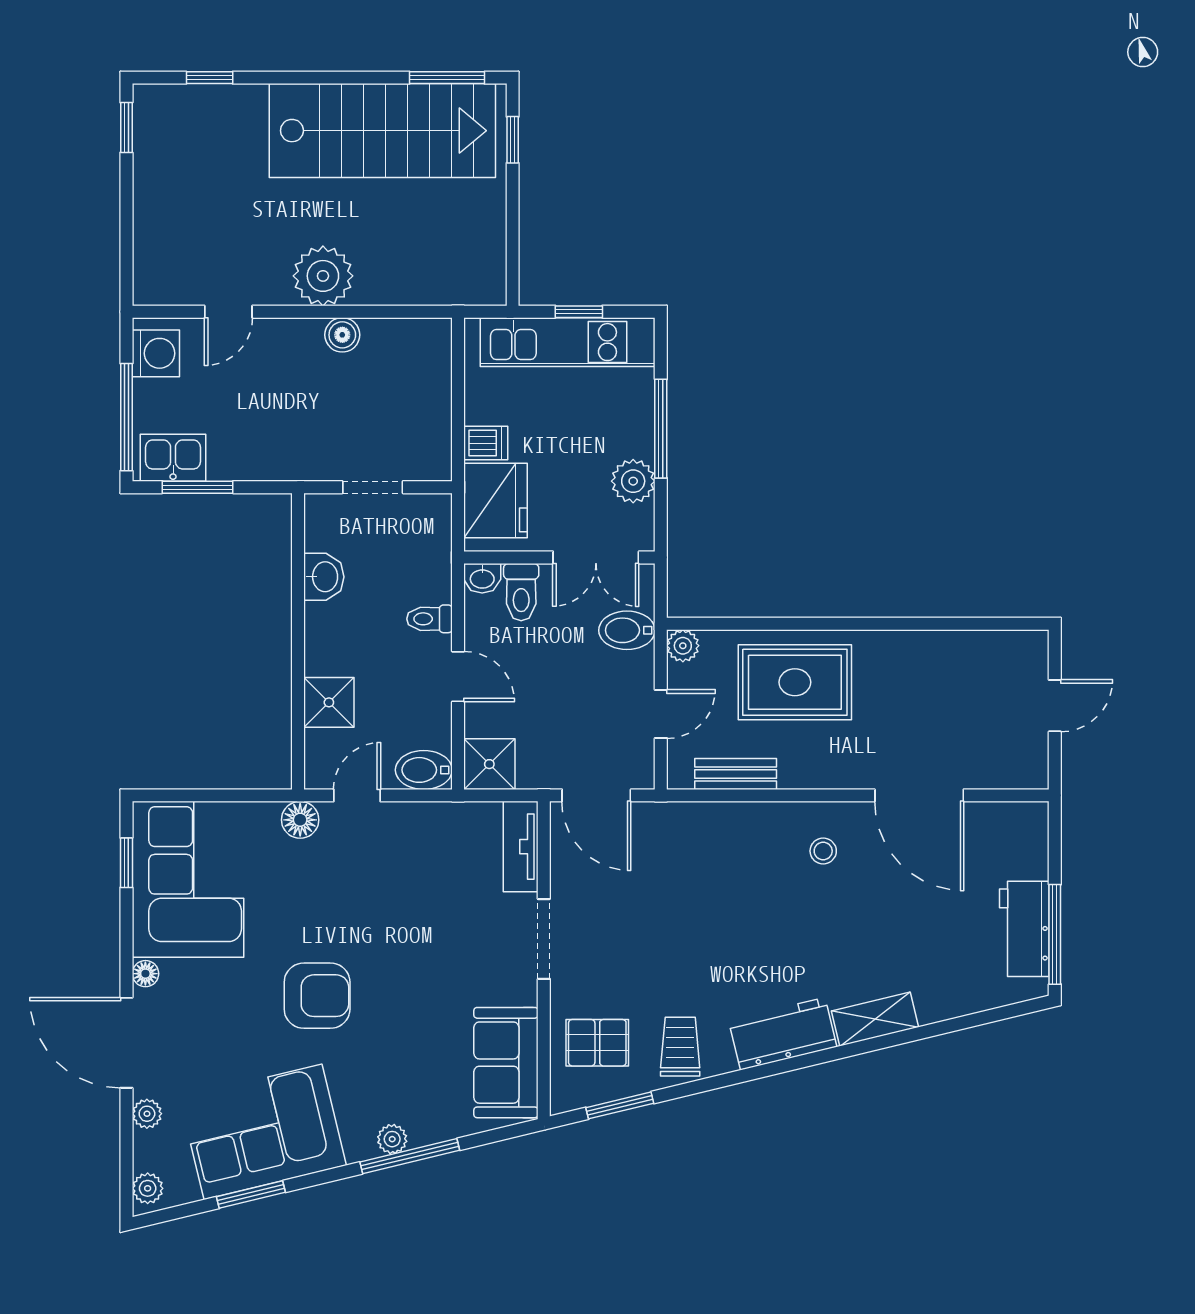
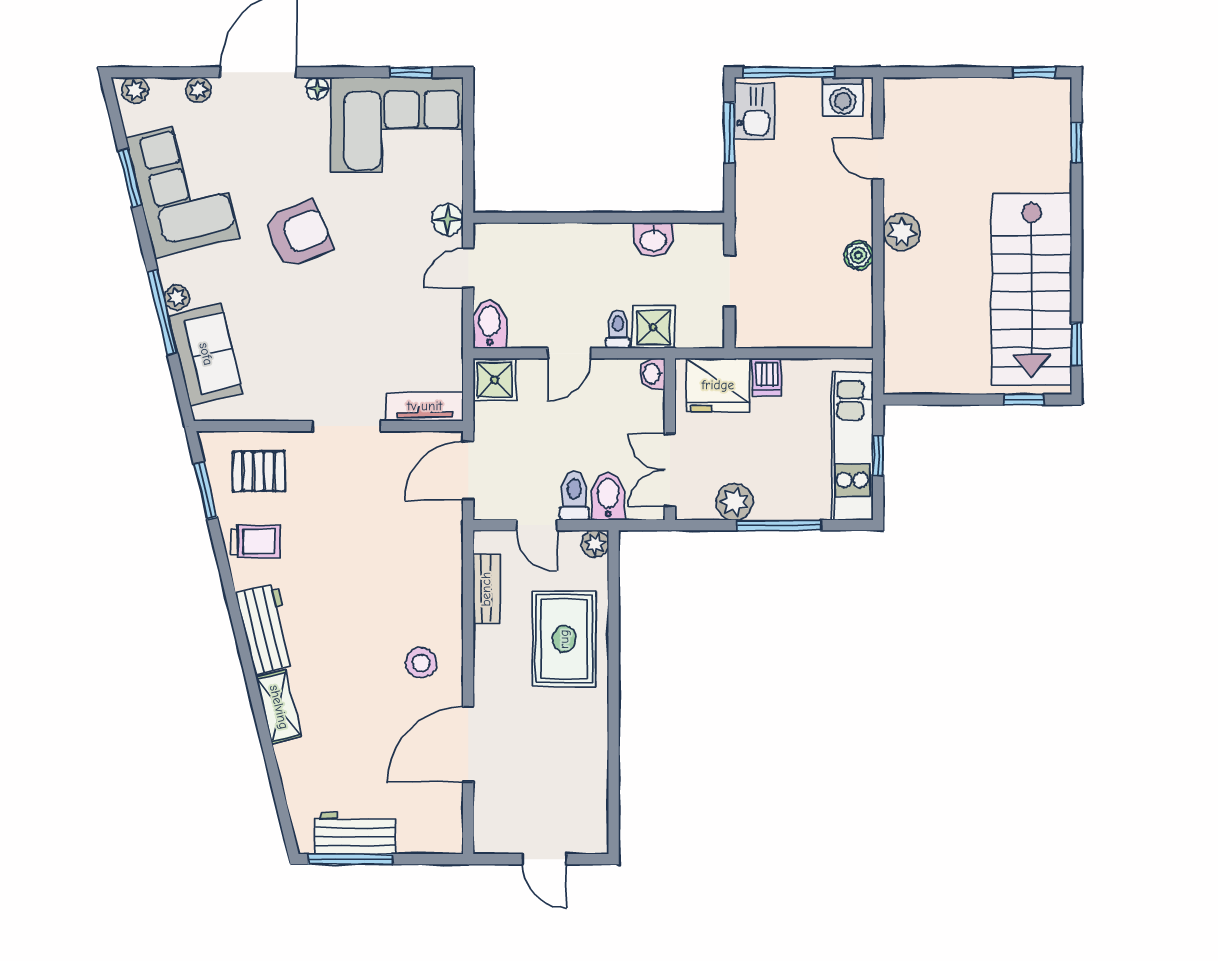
window: (447, 78) -> (1077, 344), width x0.67
plant: (323, 276) -> (902, 232), width x0.73, depth x0.73
toilet: (521, 592) -> (574, 496), moved, turned 90
shower: (329, 702) -> (653, 327), moved
door: (357, 795) -> (468, 268), swing flipped
stool: (823, 851) -> (421, 663), width x1.37, depth x1.37
armchair: (317, 996) -> (298, 234), turned -113
pallet: (597, 1043) -> (259, 471), turned 90
sofa: (506, 1063) -> (206, 354), moved, turned 76

